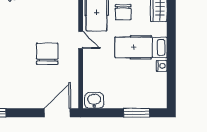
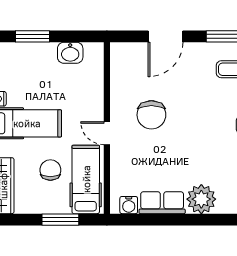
washbasin: (94, 100) -> (70, 53), moved
door: (57, 113) -> (165, 36), moved

